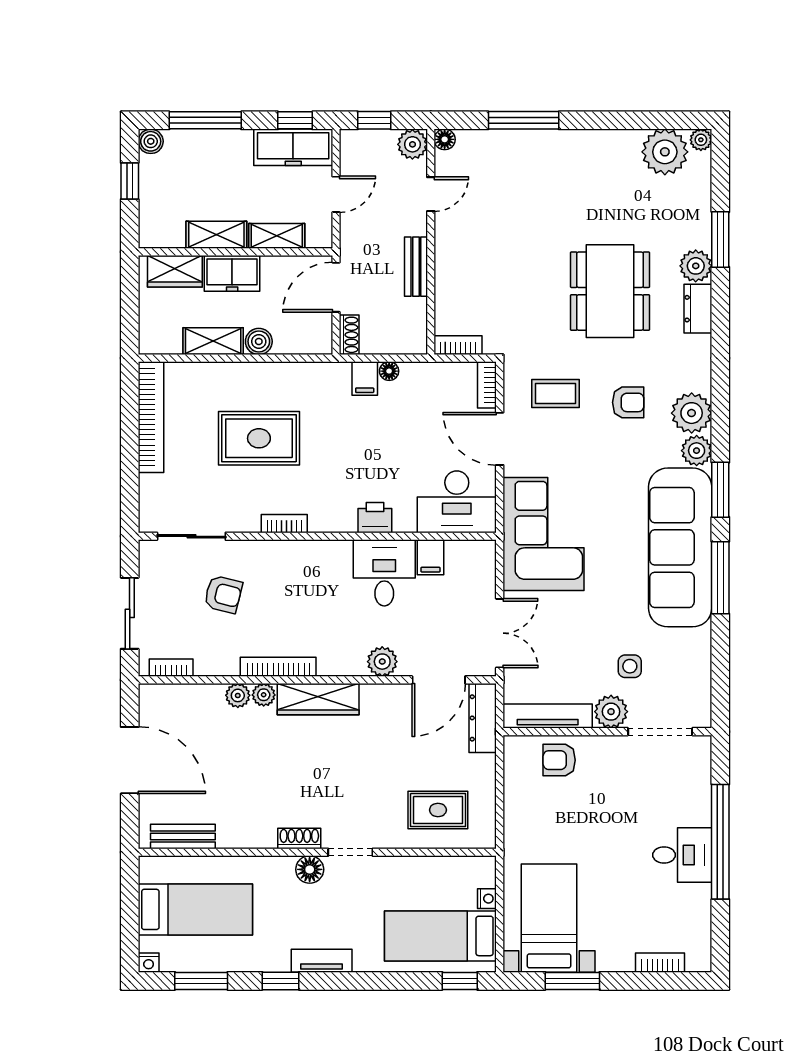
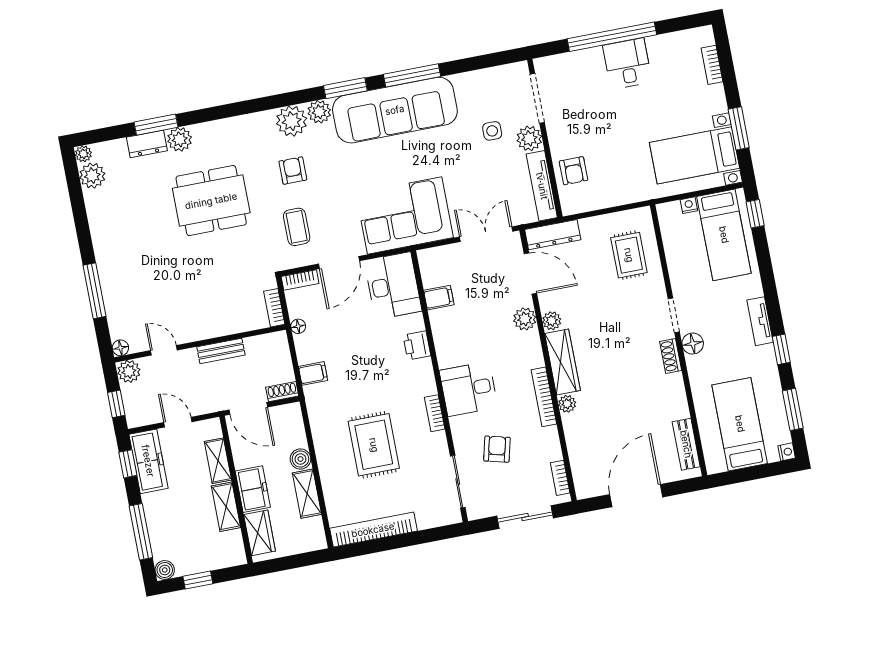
plant: (665, 152) -> (92, 176), width x0.73, depth x0.73
dresser: (698, 309) -> (147, 144), moved
floor lamp: (389, 371) -> (298, 326), moved
desk: (384, 573) -> (469, 389), moved
plant: (238, 695) -> (552, 321), moved

